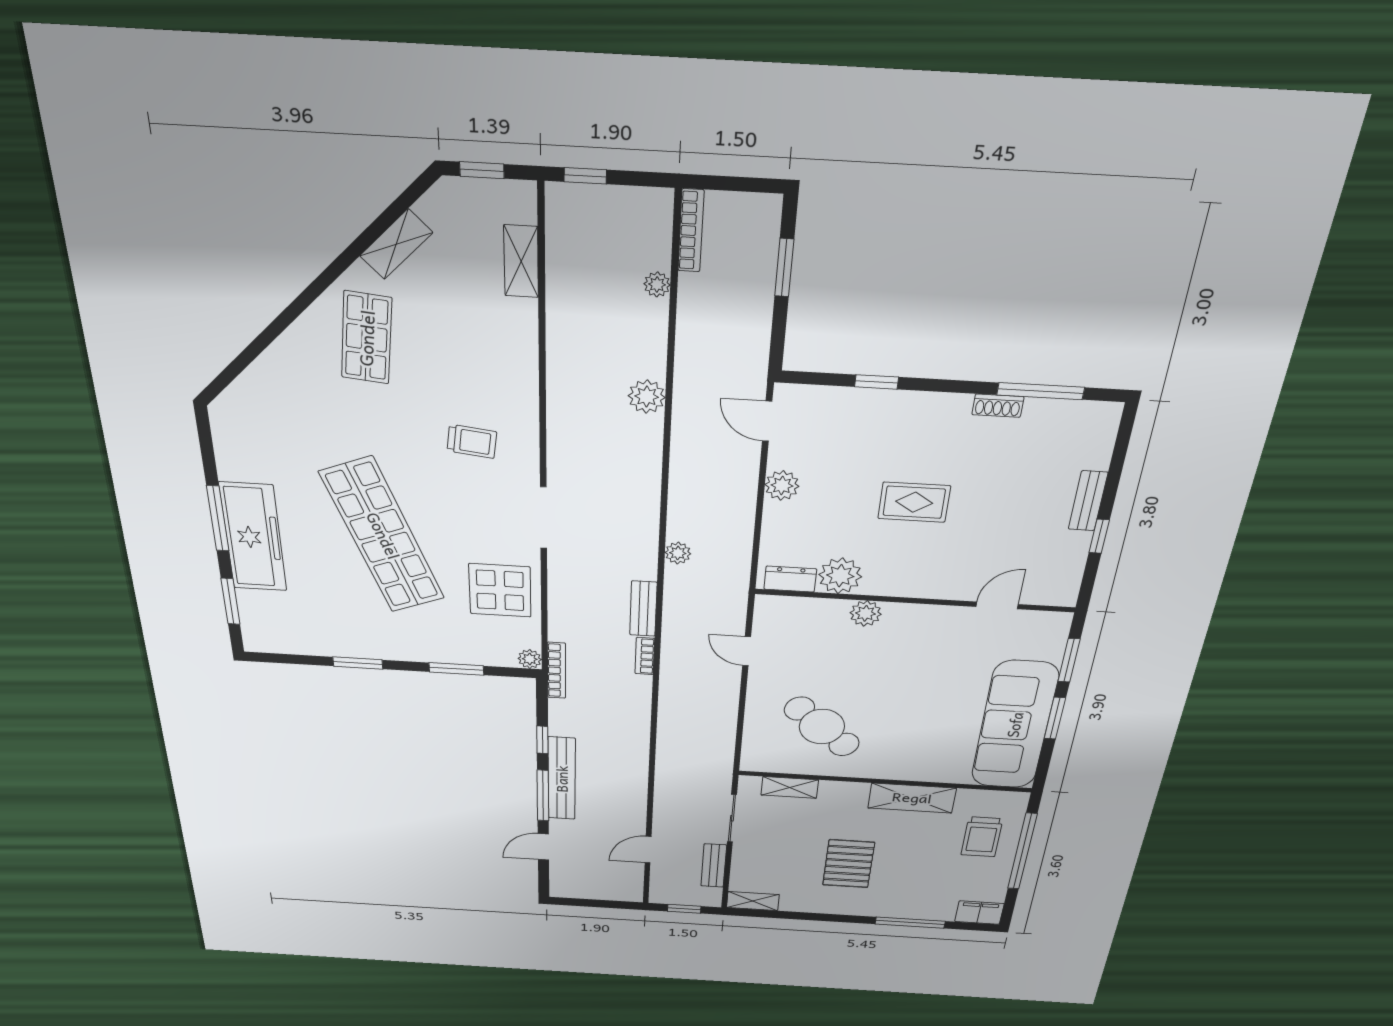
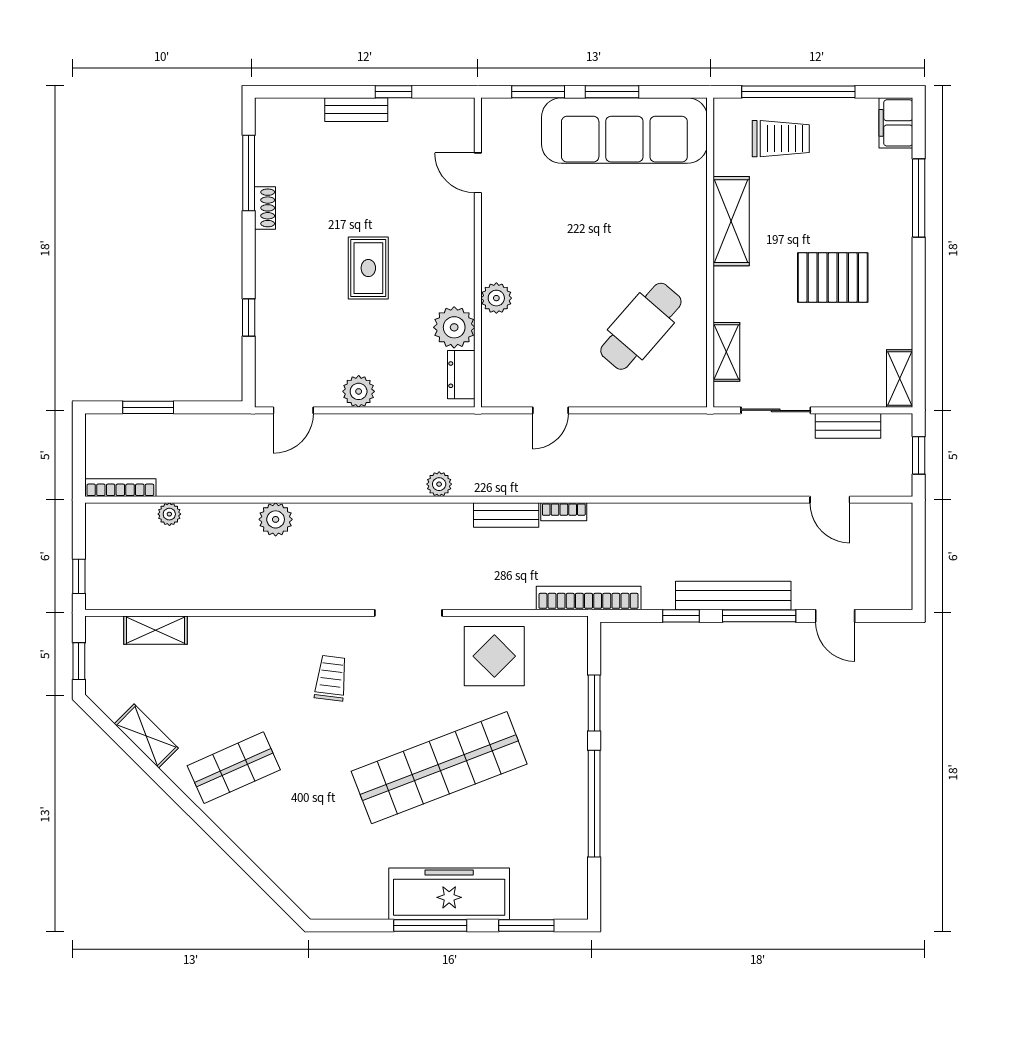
shop shelf: (367, 338) -> (234, 768), turned -30
plant: (530, 659) -> (576, 628), removed
window: (358, 663) -> (594, 804), width x2.11
bookcase: (556, 670) -> (589, 598), width x1.48, depth x1.31

